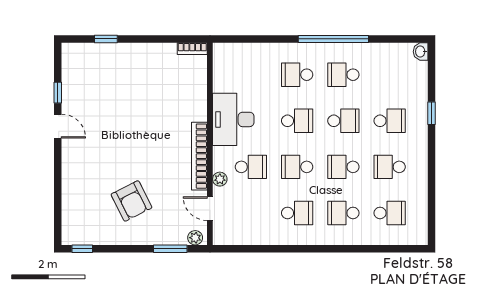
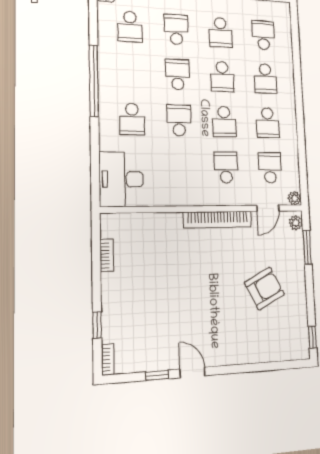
bookcase: (75, 48) -> (108, 359), added
bookcase: (192, 49) -> (107, 255), moved
school desk: (343, 75) -> (130, 27), moved
desk: (233, 119) -> (121, 179), moved, turned 90
door: (58, 126) -> (192, 372), hinge flipped
plant: (220, 179) -> (295, 198), moved
school desk: (251, 213) -> (270, 168), added
school desk: (297, 213) -> (268, 123), turned 180

